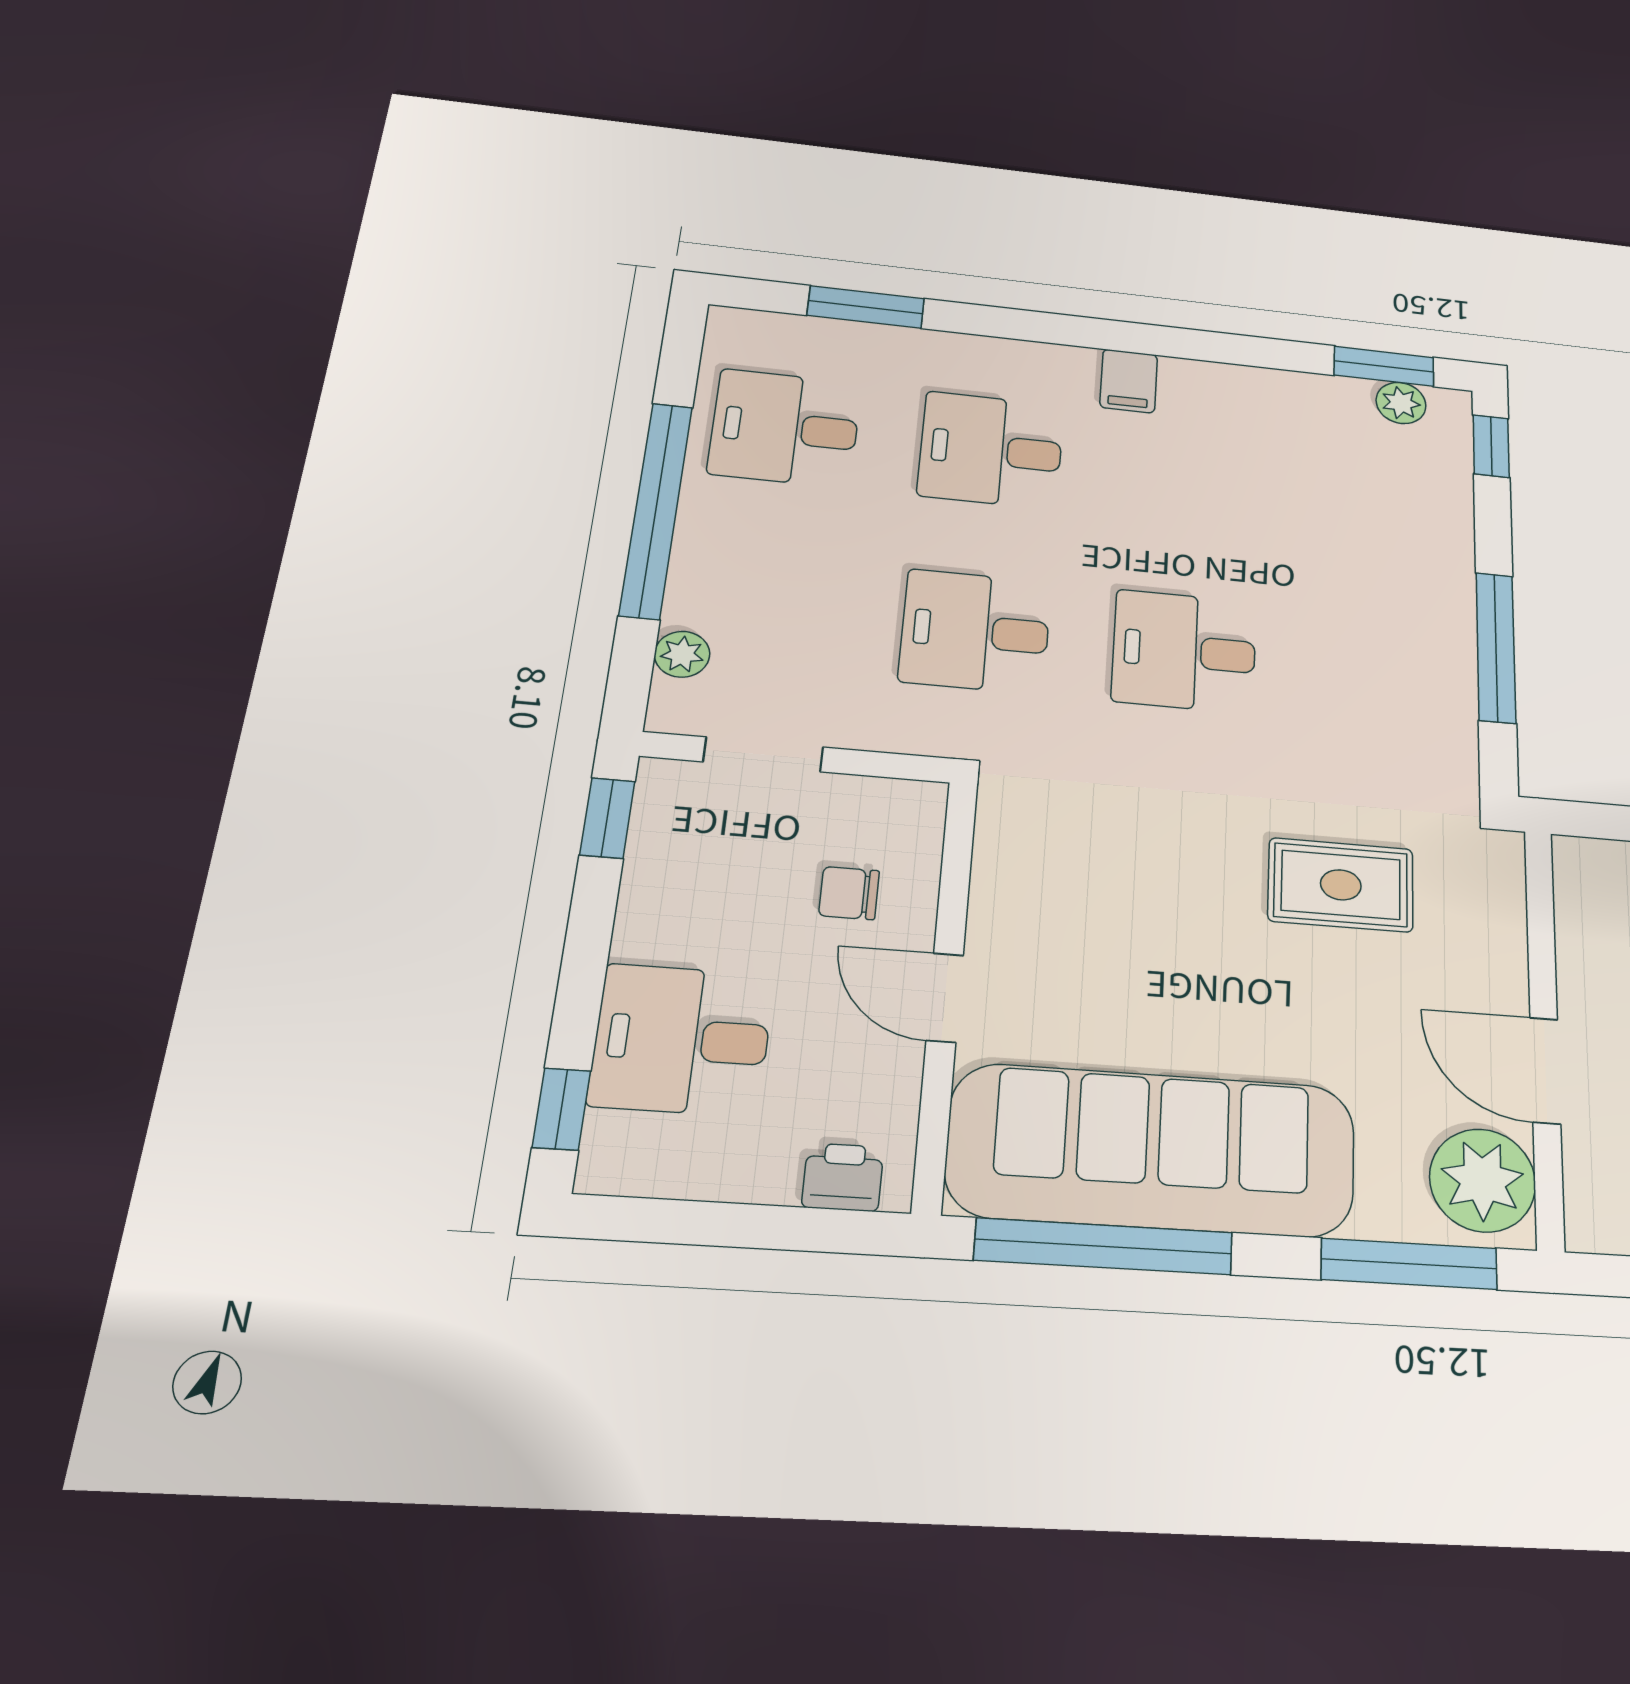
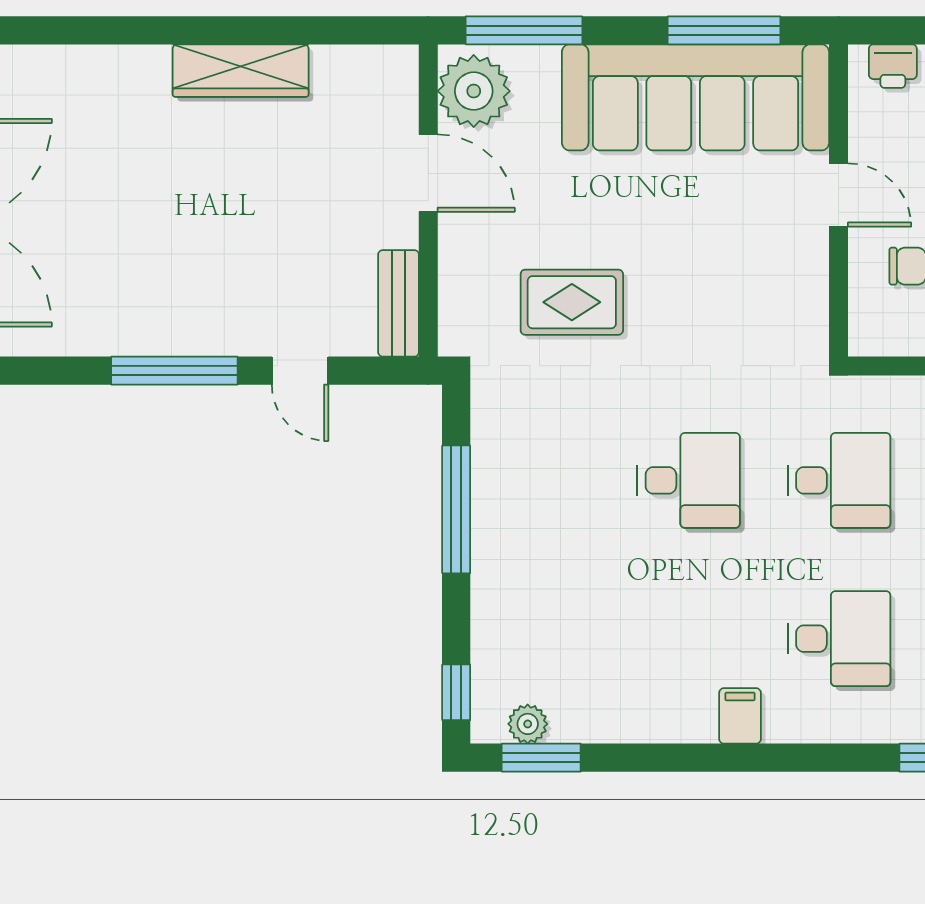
bench: (1581, 903) -> (399, 303), added
window: (1104, 1246) -> (724, 30), width x0.68

